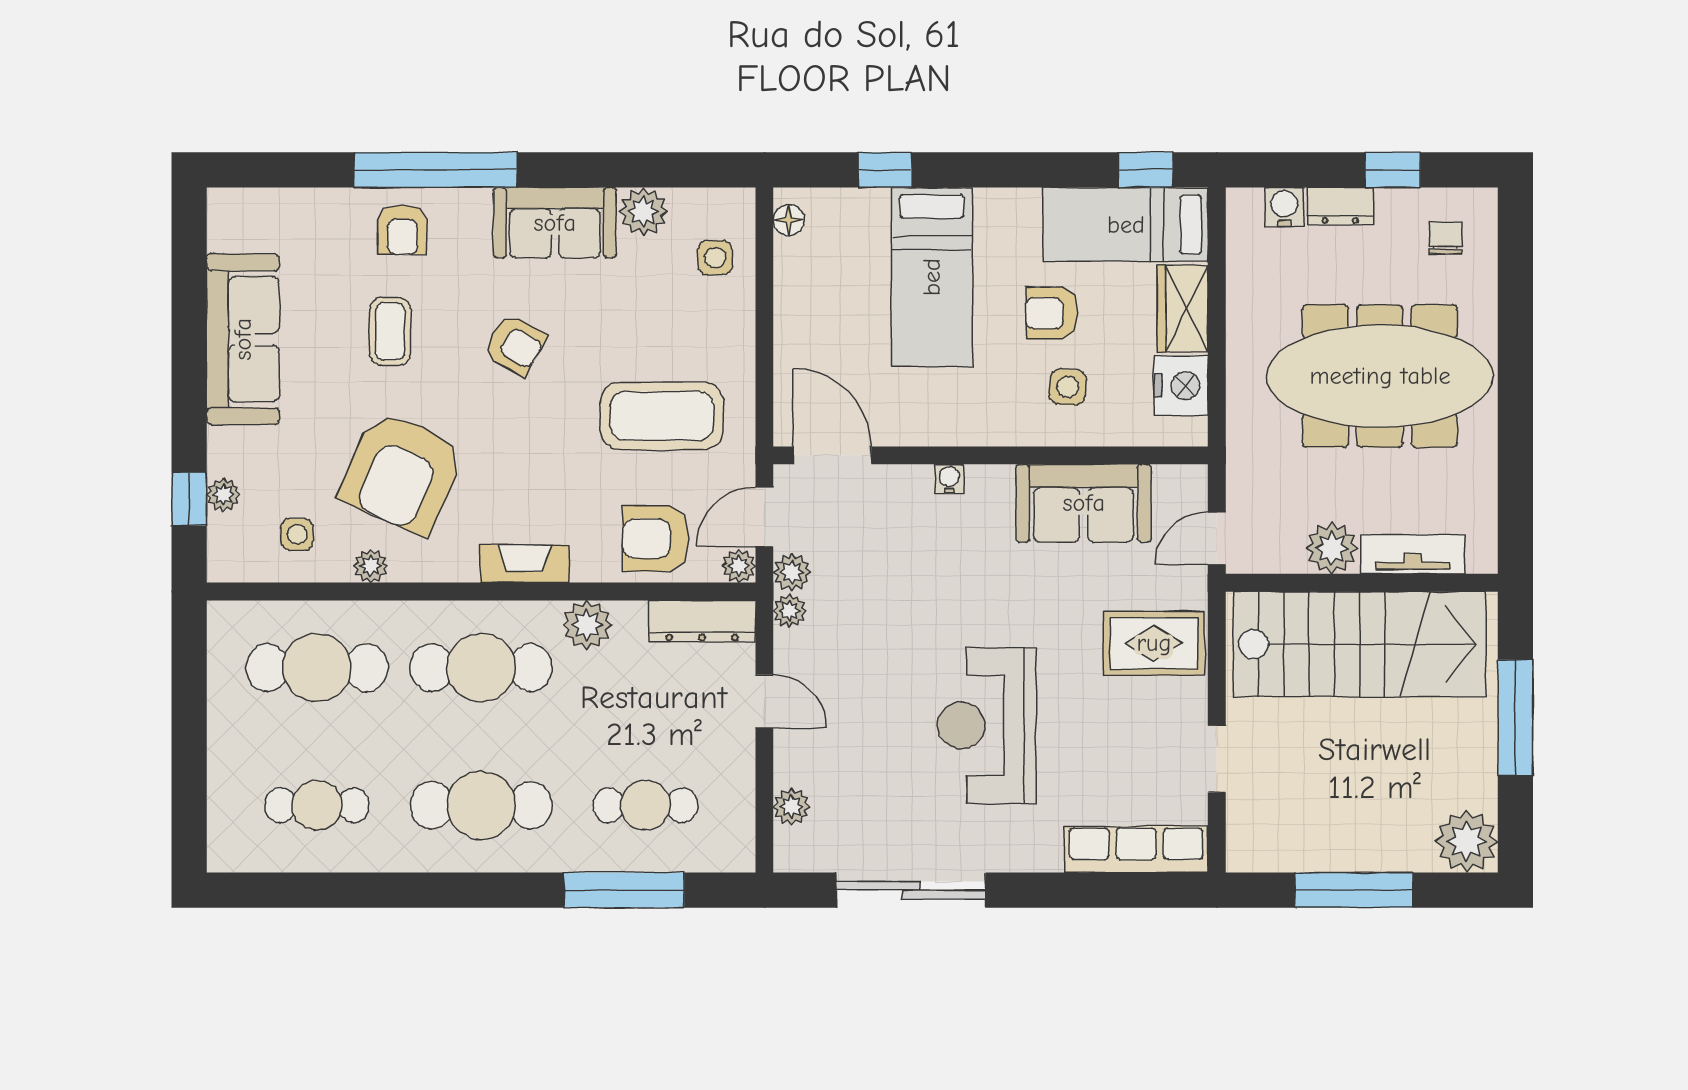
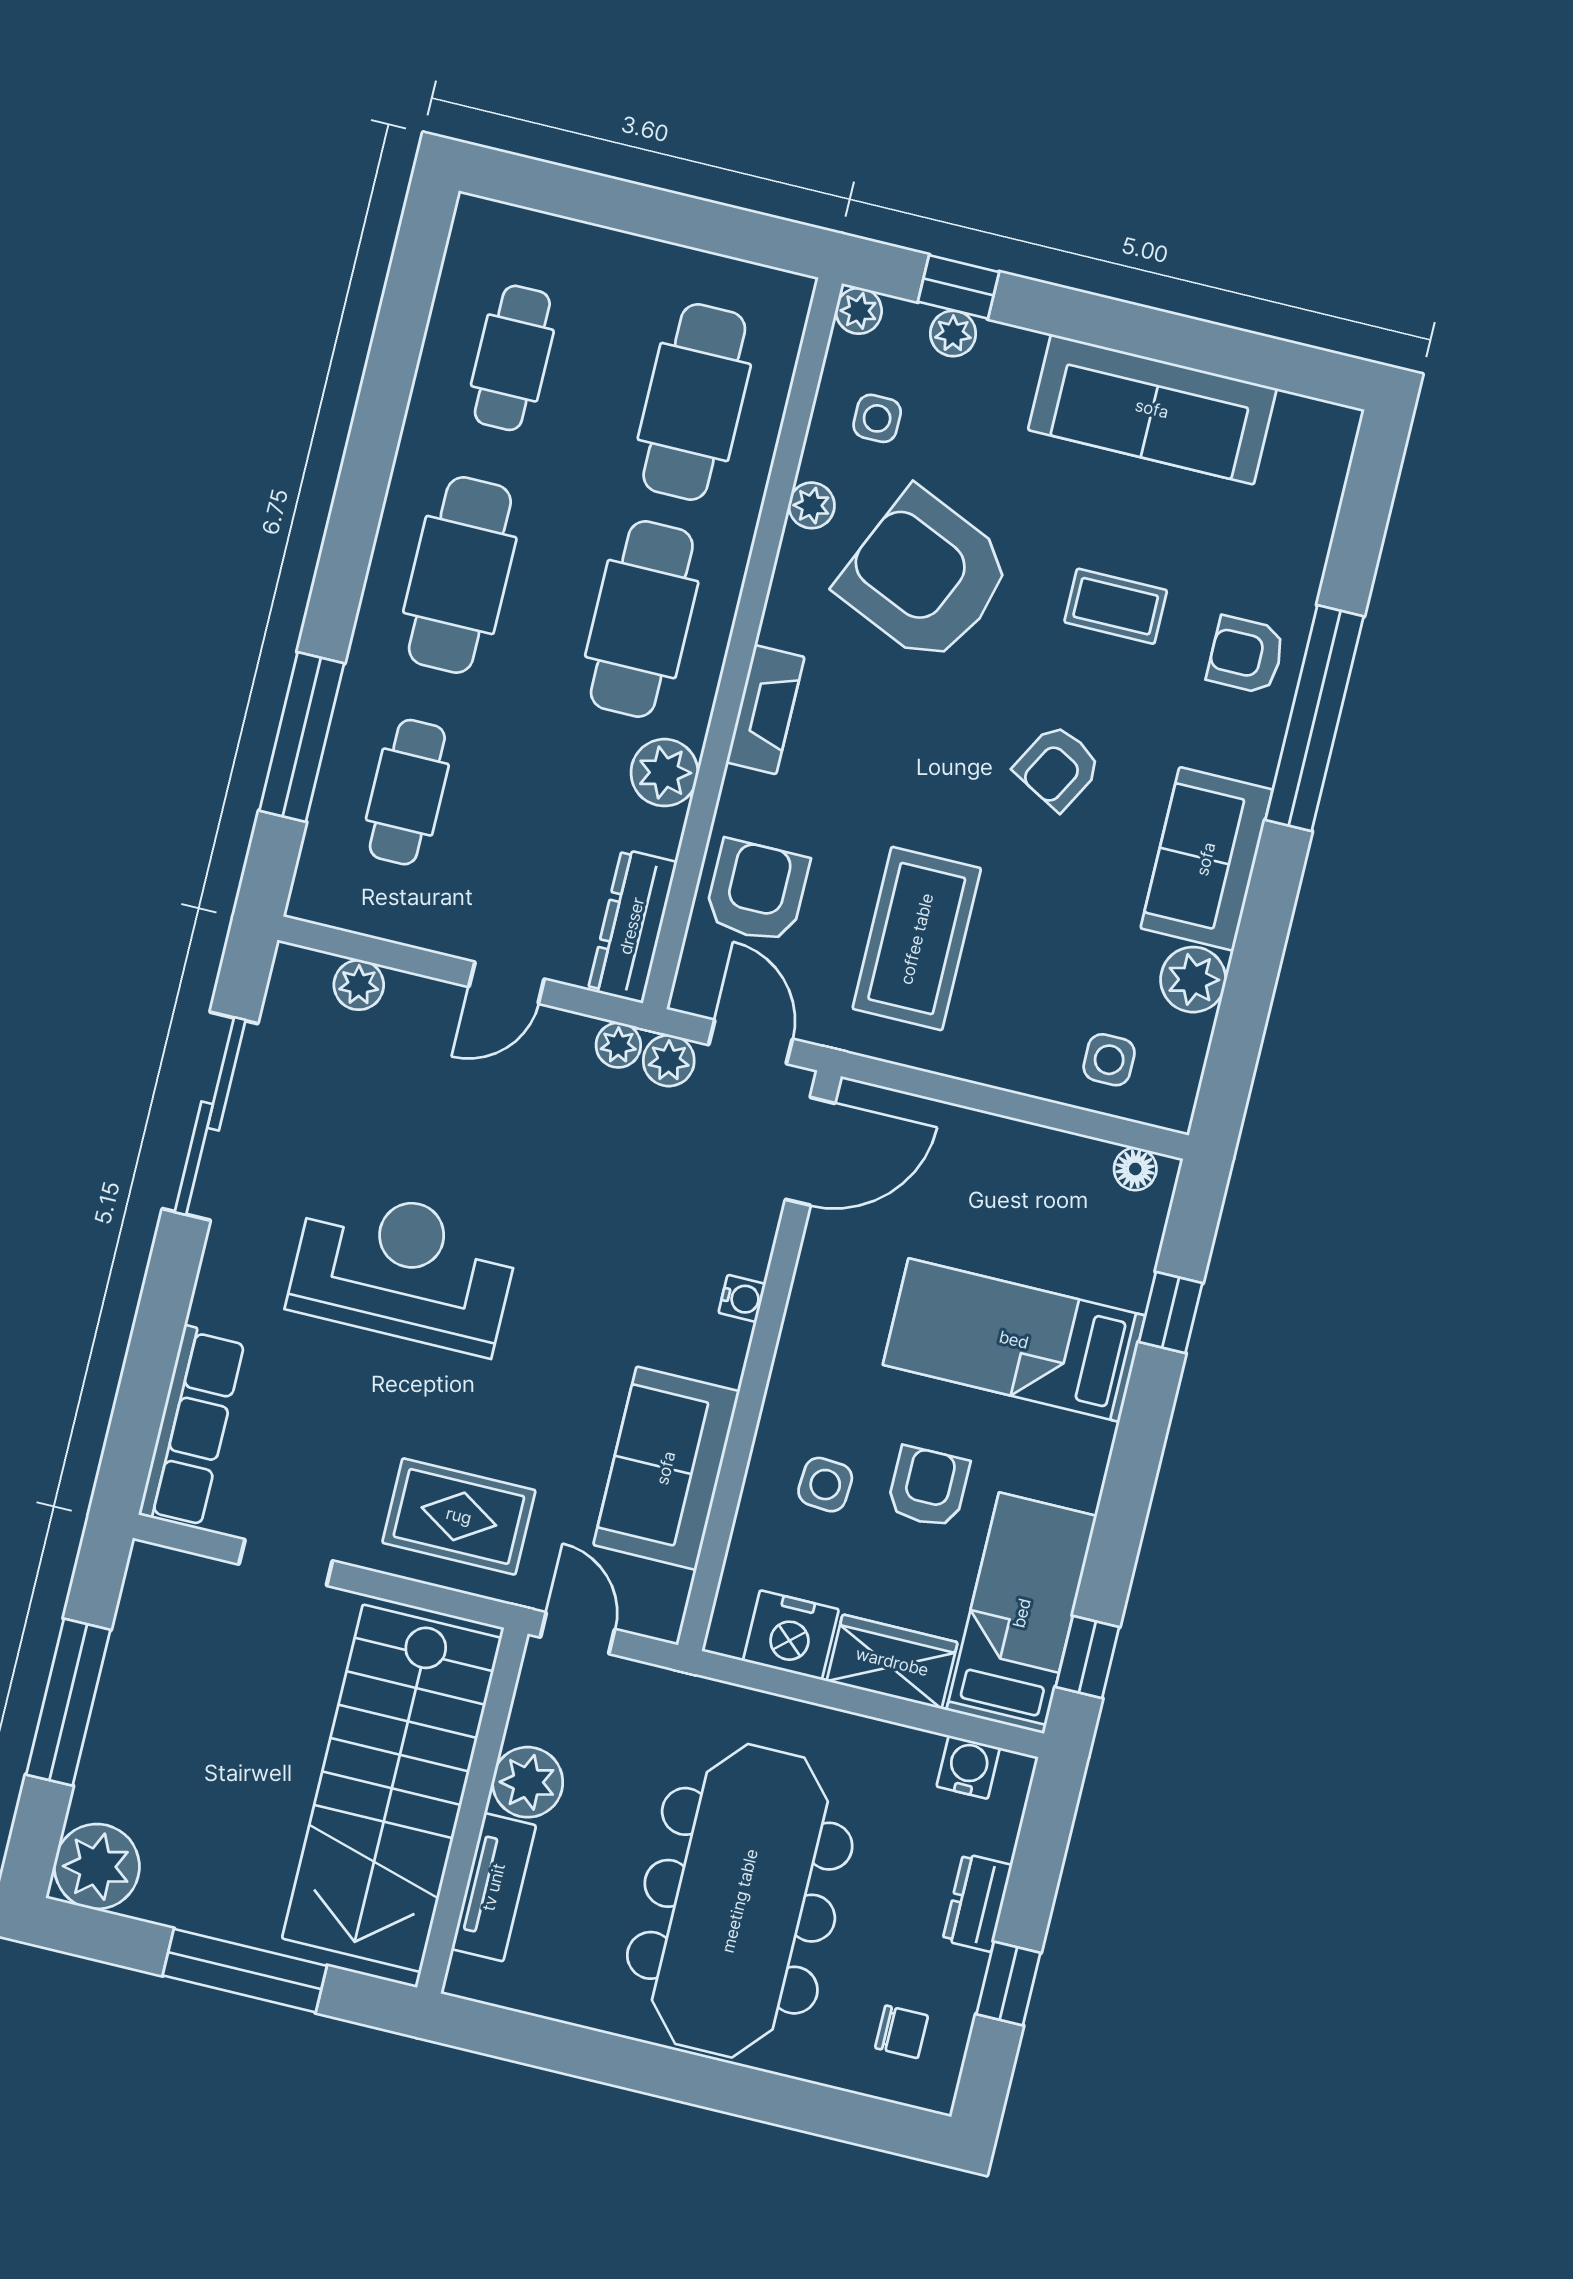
water cooler: (1284, 207) -> (968, 1767), moved, turned -90
plant: (739, 566) -> (859, 311), moved
rug: (1154, 643) -> (459, 1516), turned 90

